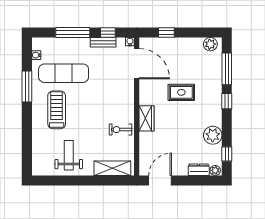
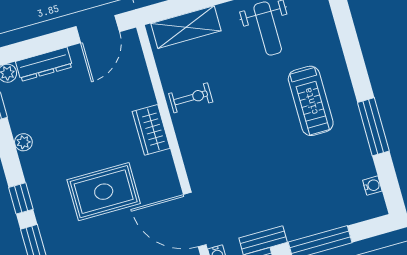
exercise mat: (64, 73) -> (316, 167), removed
rug: (181, 92) -> (104, 192), width x1.36, depth x1.43
plant: (213, 135) -> (23, 142), width x0.53, depth x0.53
dresser: (199, 170) -> (44, 64), width x1.44

